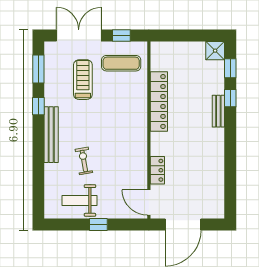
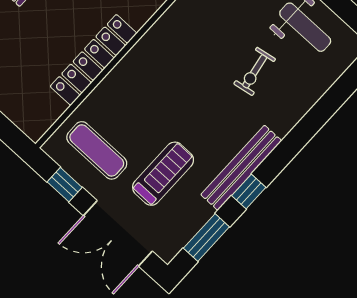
treadmill: (83, 80) -> (163, 174), turned 180
bench: (51, 135) -> (241, 168), moved

